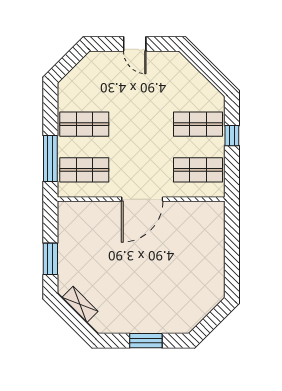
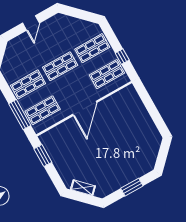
door: (135, 44) -> (31, 23), hinge flipped
shop shelf: (141, 124) -> (60, 66), added
window: (232, 136) -> (122, 56), moved
window: (50, 259) -> (43, 156), moved

